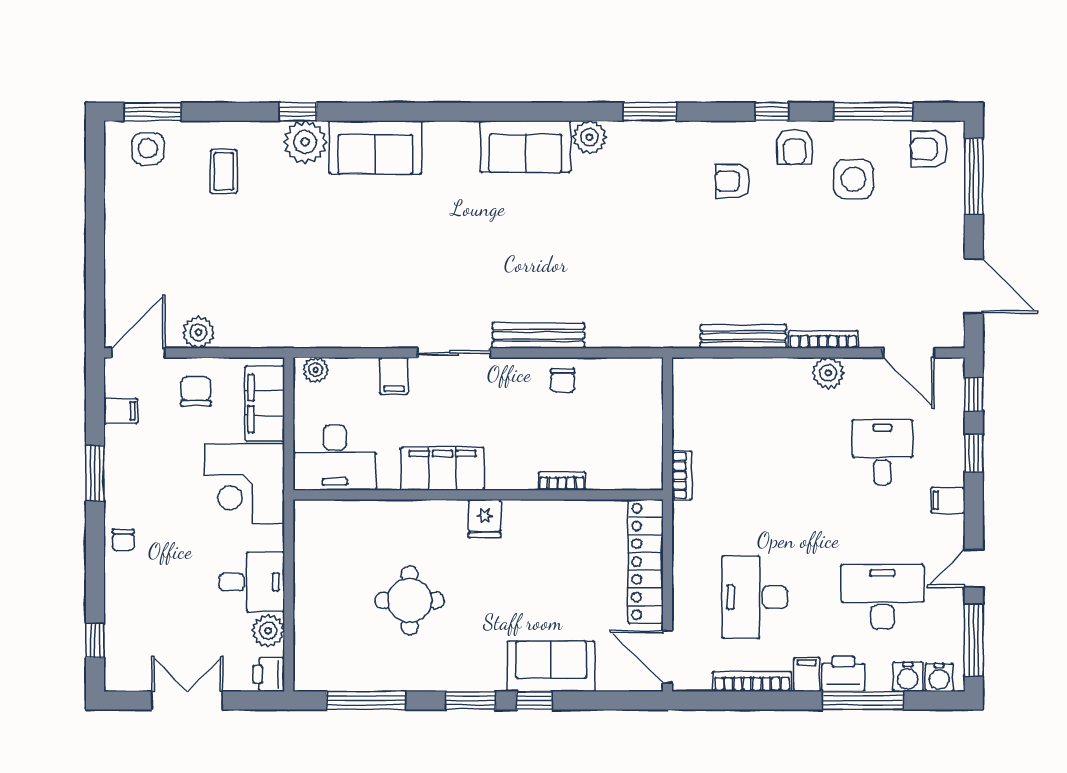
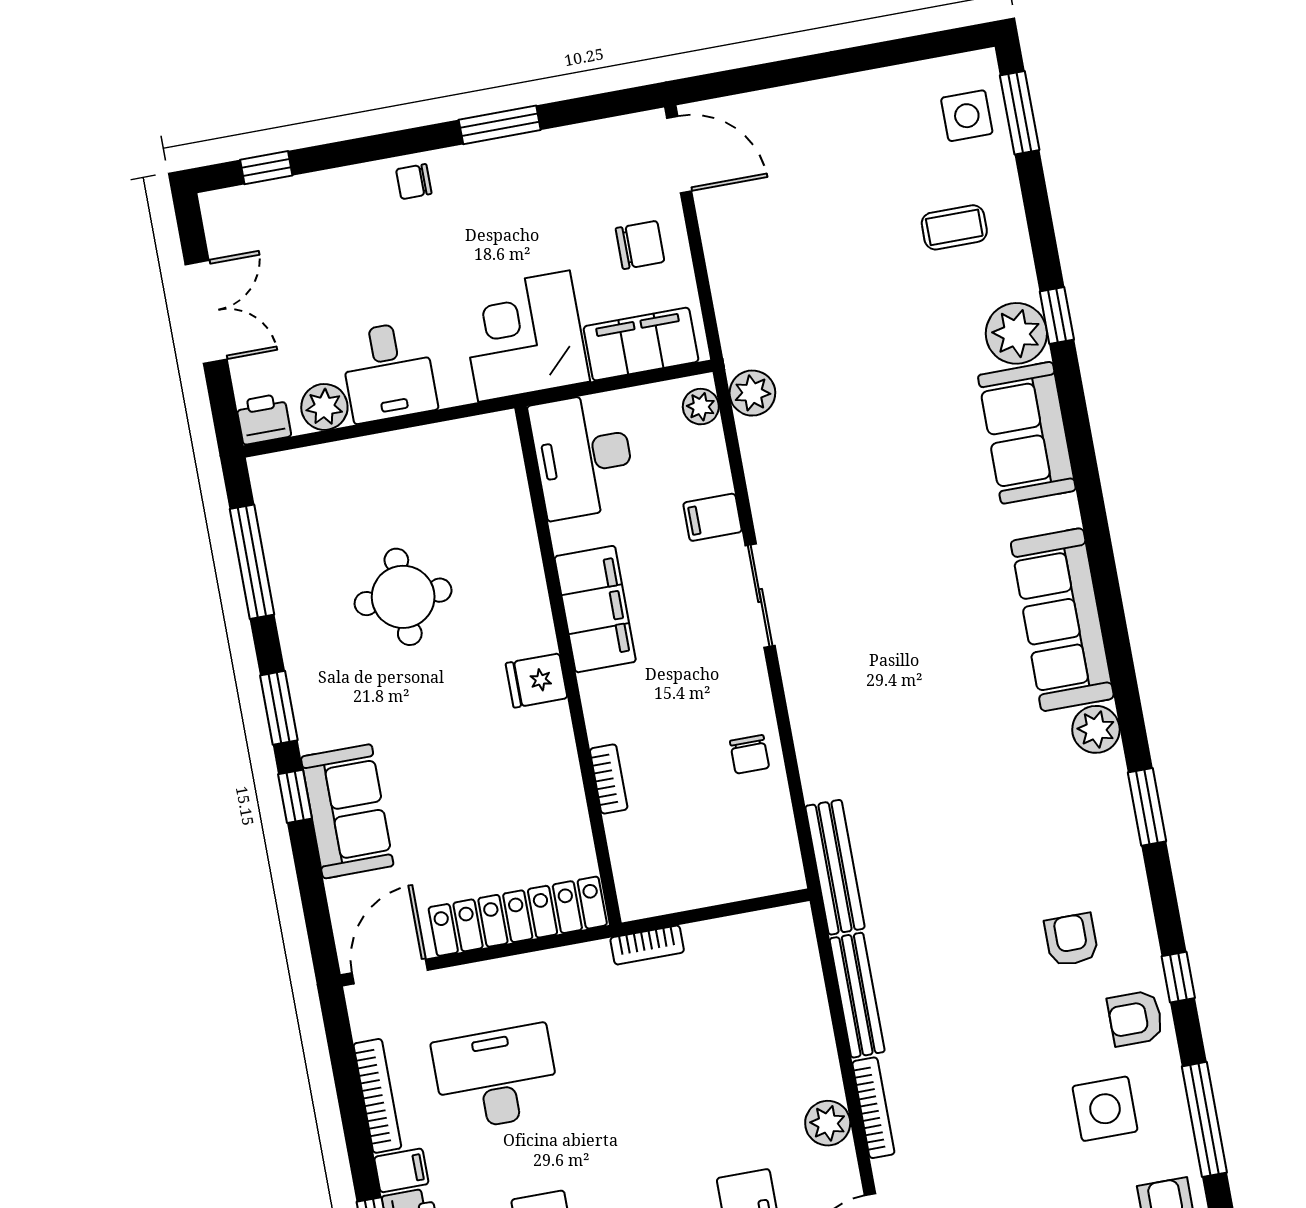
sofa: (525, 147) -> (1062, 620), width x1.36
plant: (198, 332) -> (752, 393), moved
bench: (538, 335) -> (835, 867), moved
chair: (563, 380) -> (749, 754), turned -90
filing cabinet: (121, 411) -> (593, 145), removed

